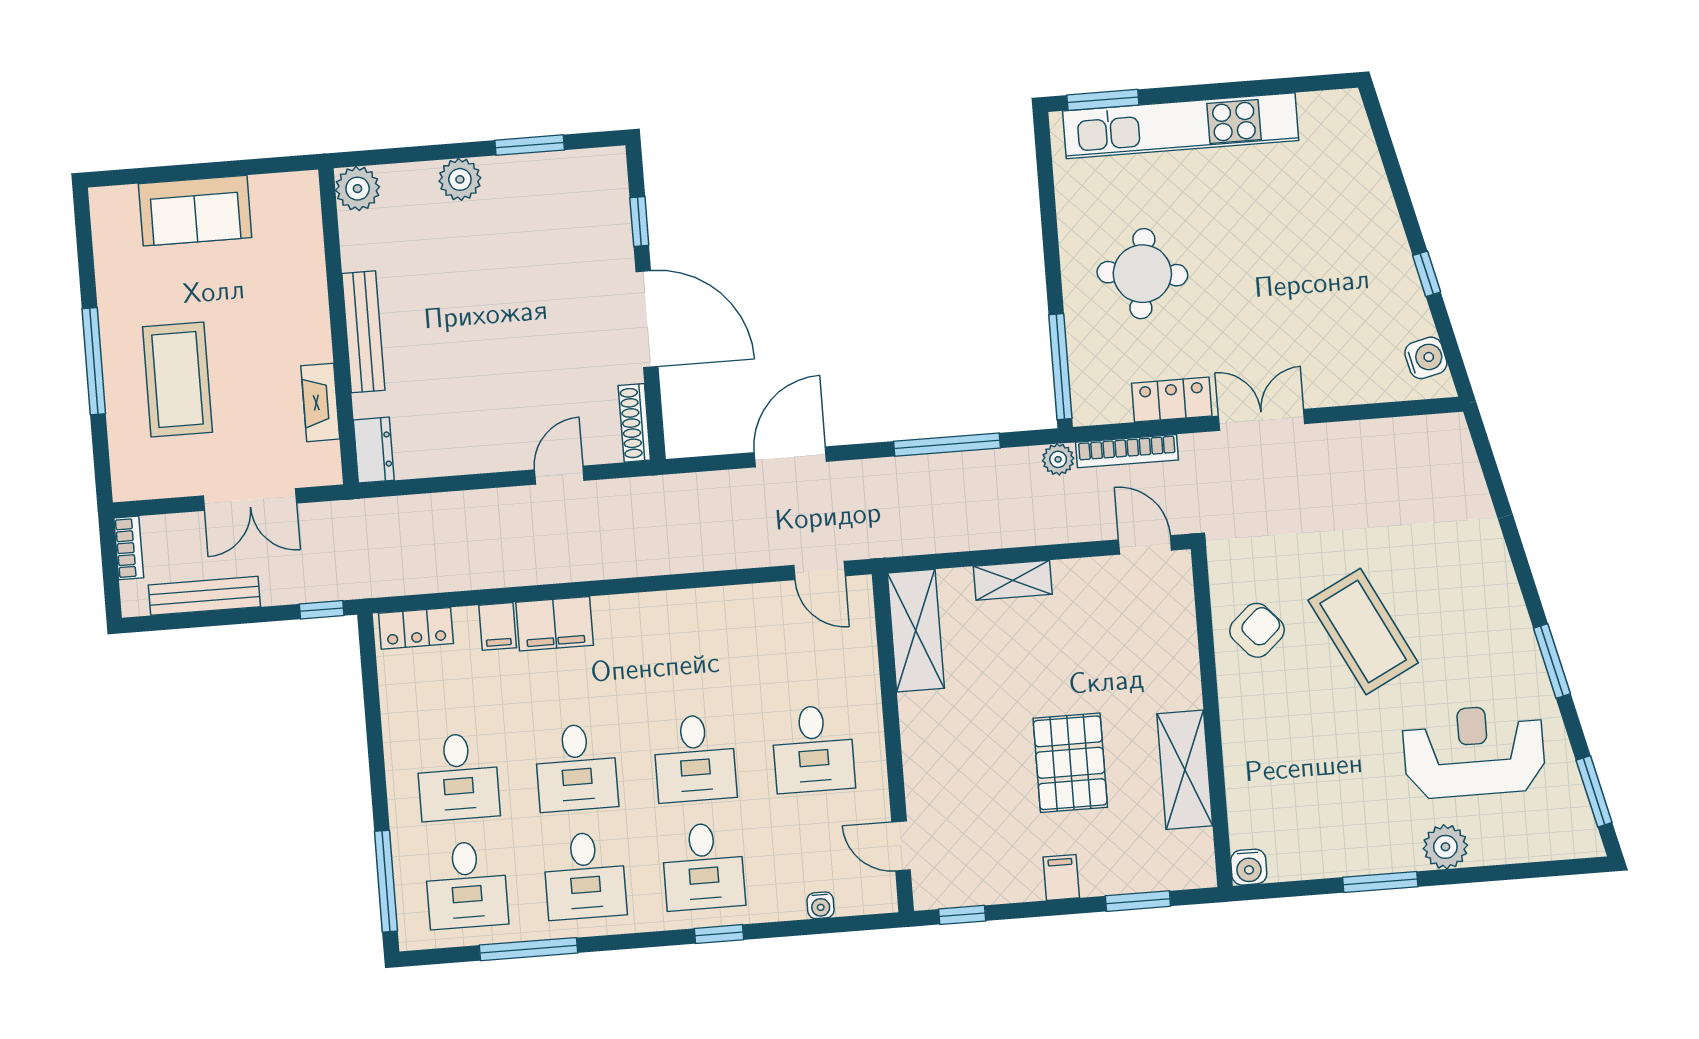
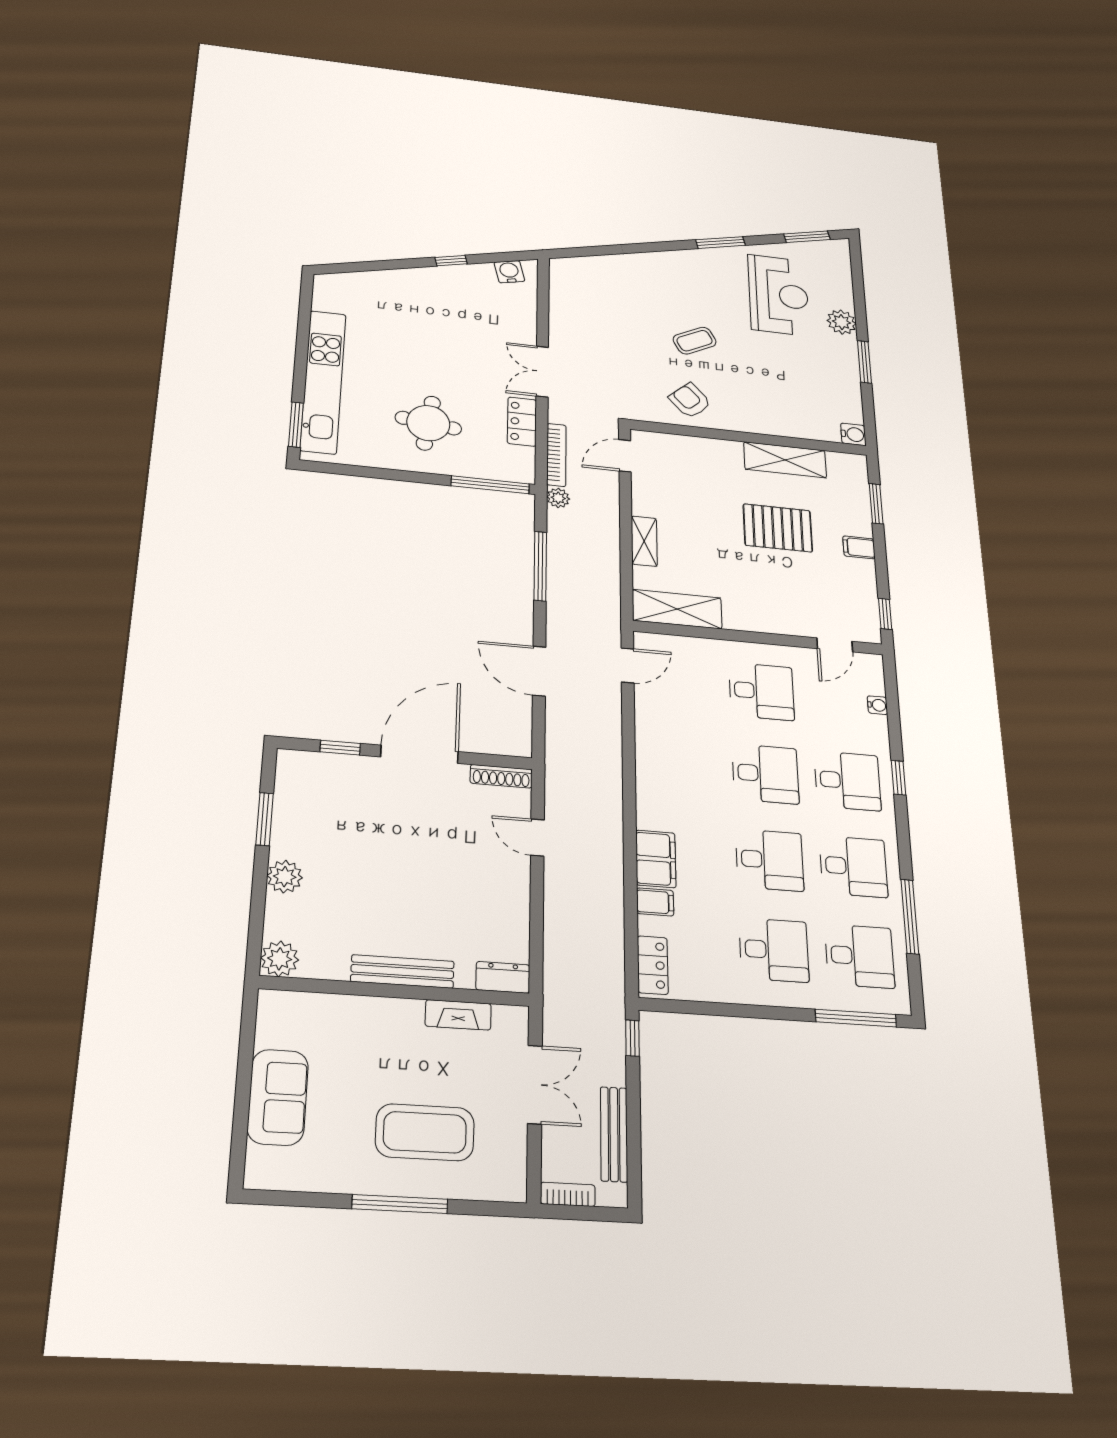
coffee table: (1363, 632) -> (695, 341), width x0.54, depth x0.58
reception desk: (1474, 751) -> (778, 295), turned 180

